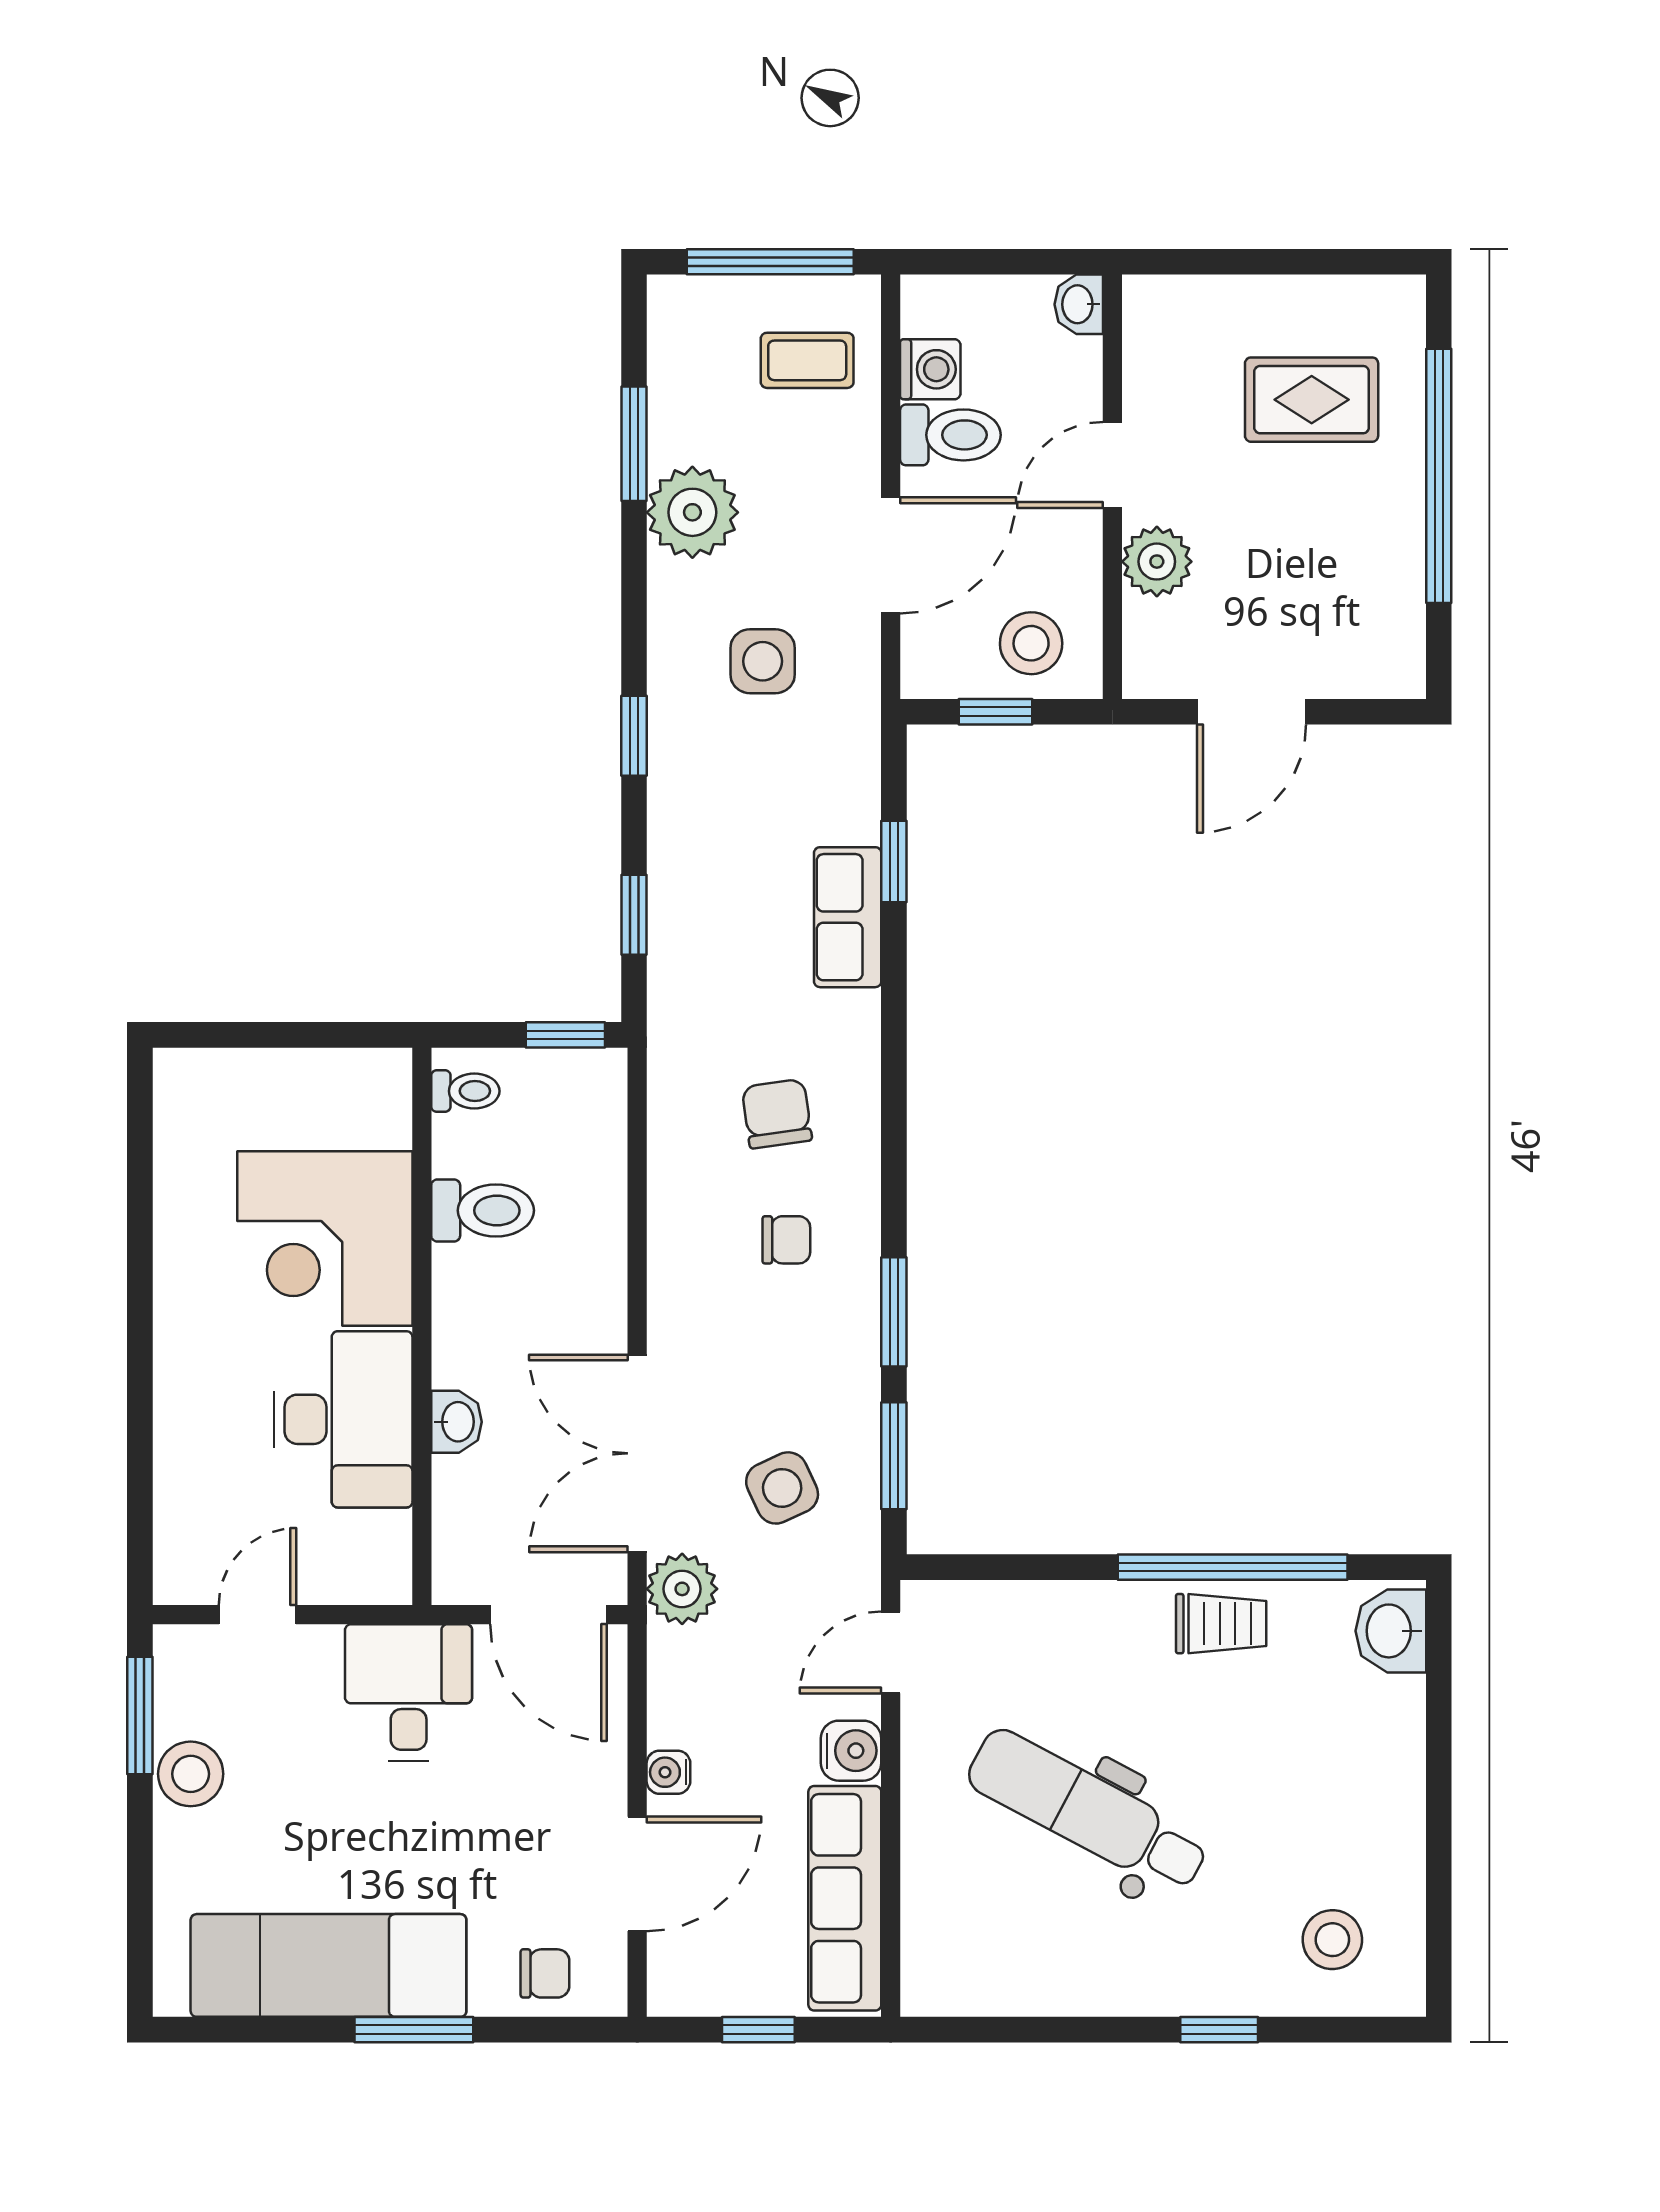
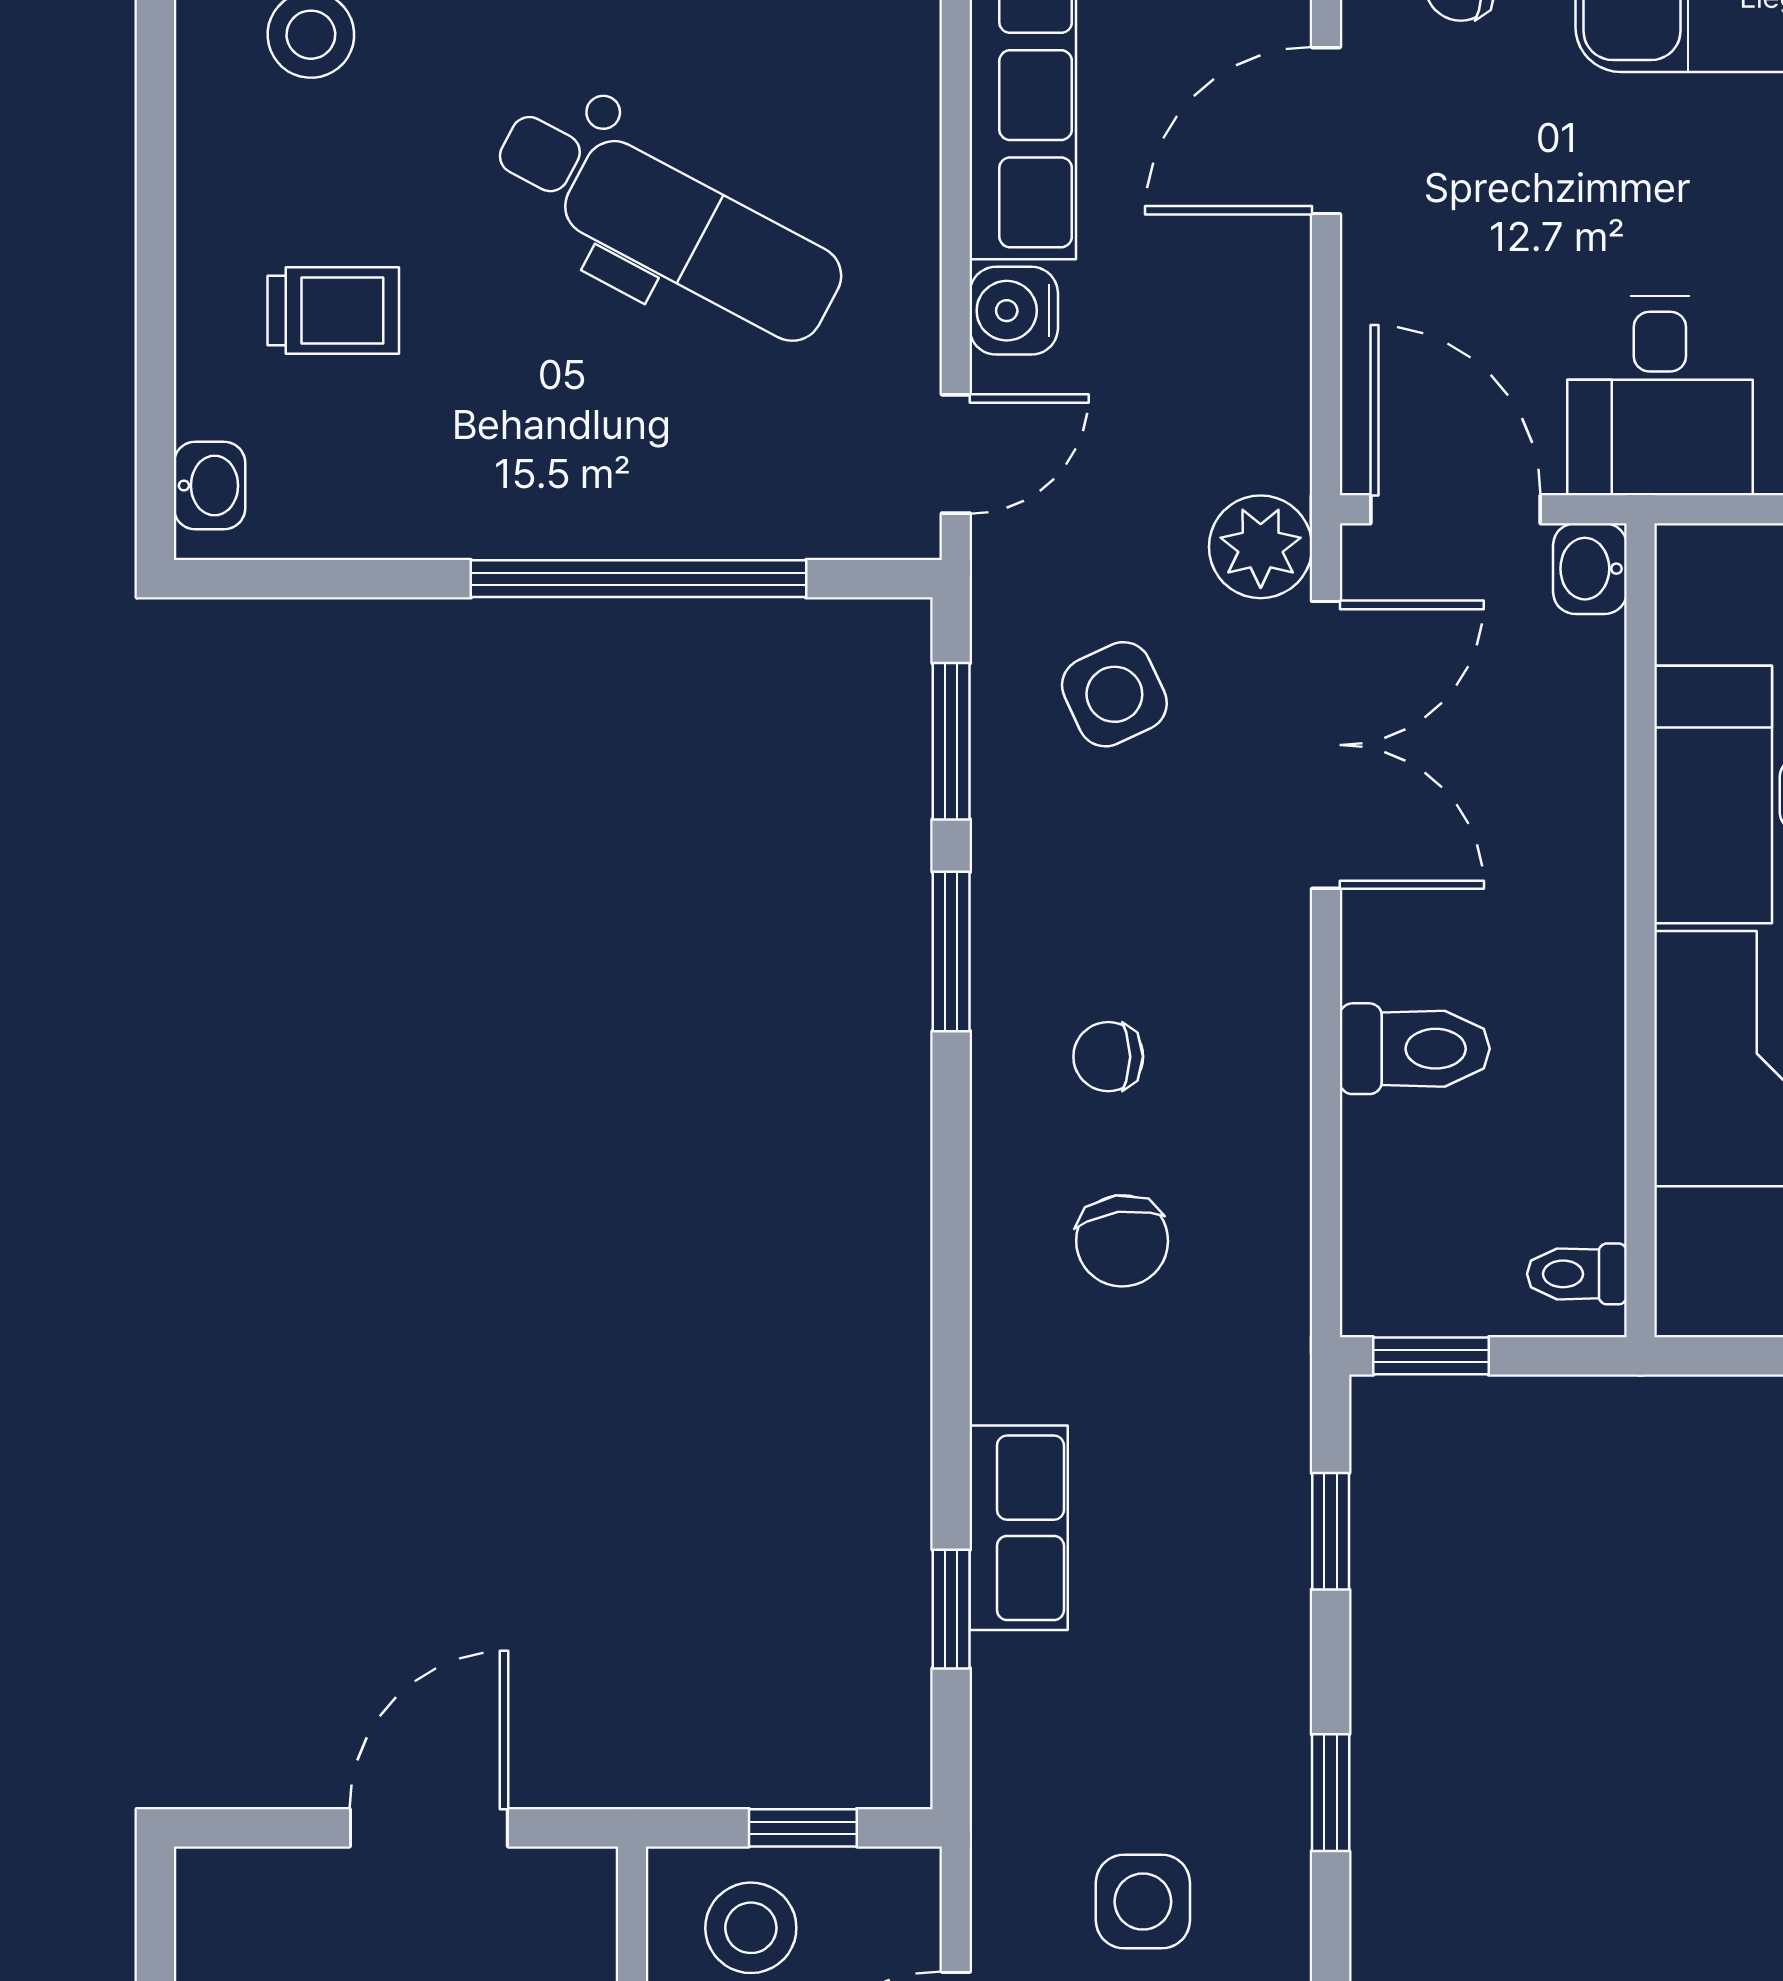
toilet: (483, 1210) -> (1415, 1049), moved, turned 180
washbasin: (456, 1422) -> (1590, 569), moved
window: (1233, 1567) -> (639, 579), moved
trolley: (1221, 1624) -> (333, 311), moved, turned 180
washbasin: (1391, 1631) -> (210, 486), width x0.72, depth x0.69
water cooler: (668, 1772) -> (1280, 279), removed

